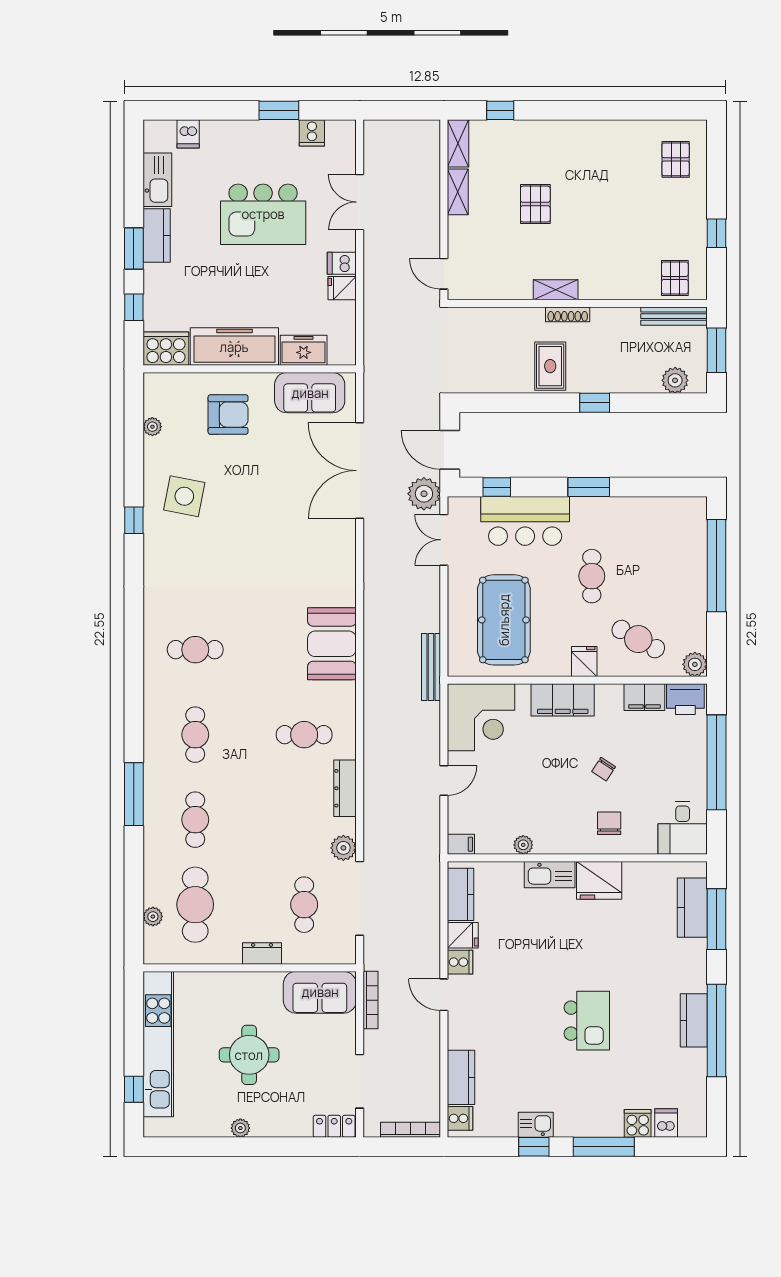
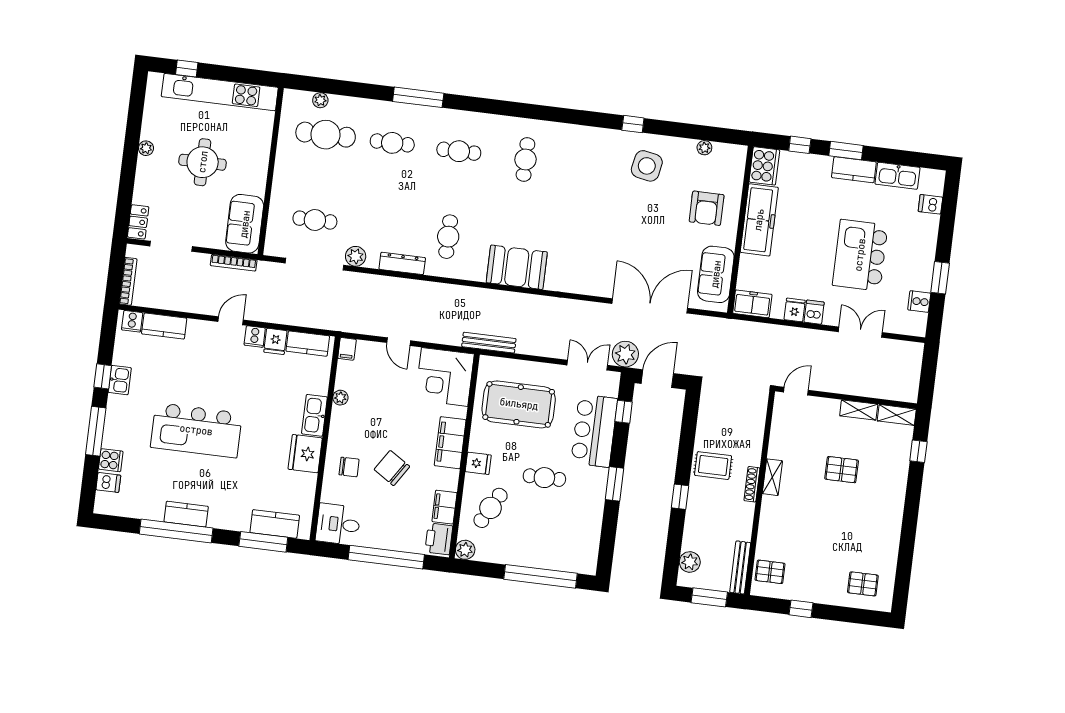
freezer: (304, 350) -> (752, 304), moved, turned -90
chair: (604, 769) -> (392, 468), width x1.87, depth x1.87
dresser: (262, 953) -> (281, 182), removed
kitchen island: (587, 1021) -> (196, 430), width x1.87, depth x1.28

